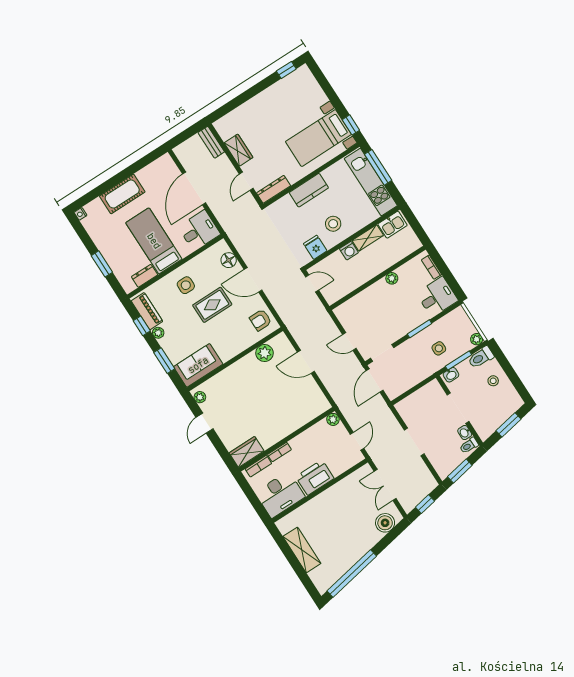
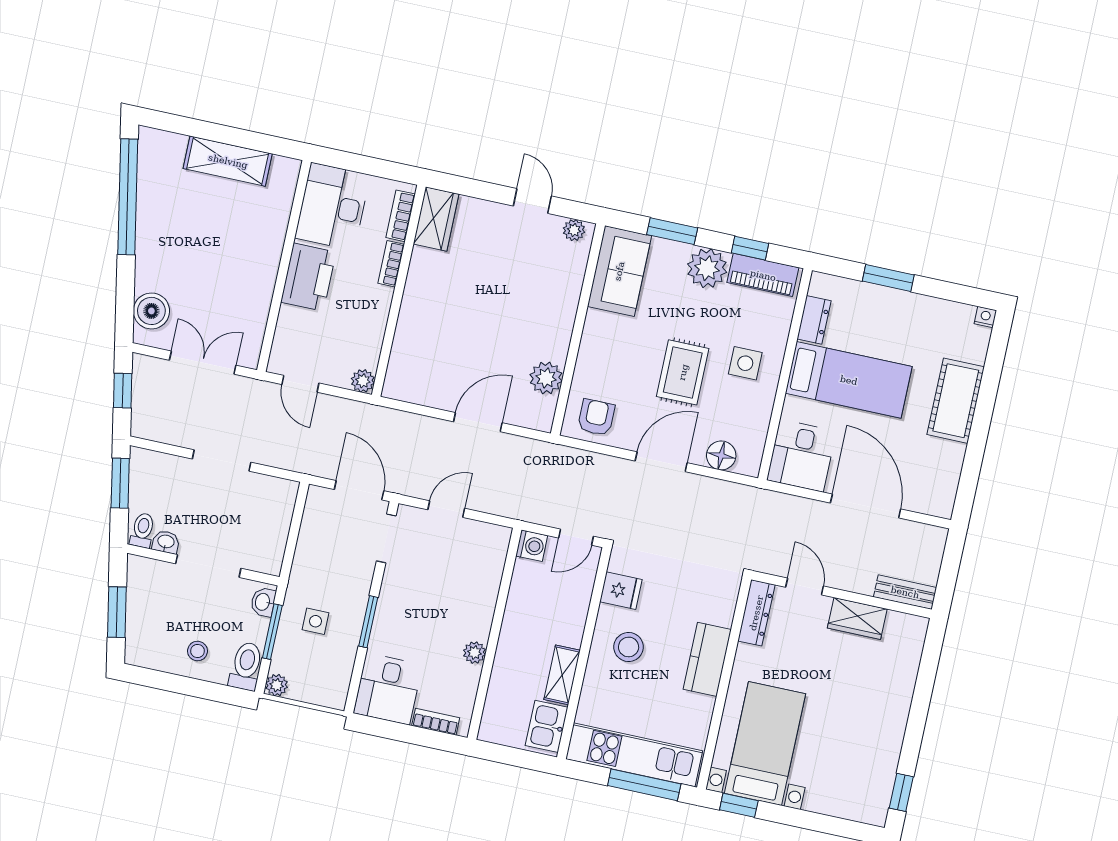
washing machine: (349, 251) -> (532, 546), moved, turned 180
plant: (158, 333) -> (707, 268), width x1.88, depth x1.88

